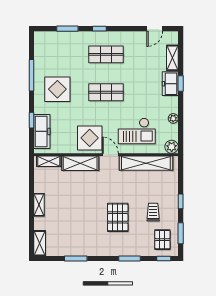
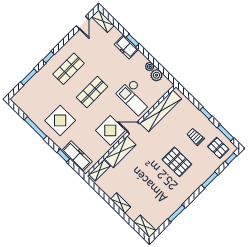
shelving: (172, 58) -> (103, 21), moved
checkout: (137, 131) -> (135, 97), turned 90
plant: (172, 147) -> (156, 75), moved

